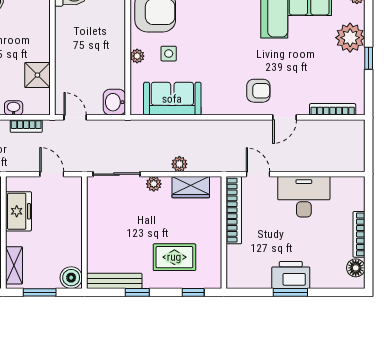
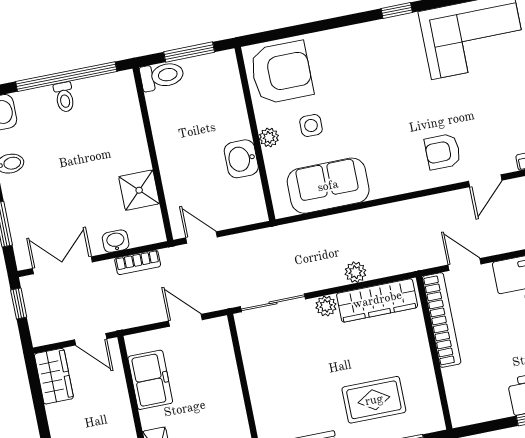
armchair: (258, 91) -> (443, 152), turned 180
washbasin: (114, 102) -> (241, 159), moved
wardrobe: (191, 187) -> (377, 300), width x1.50

